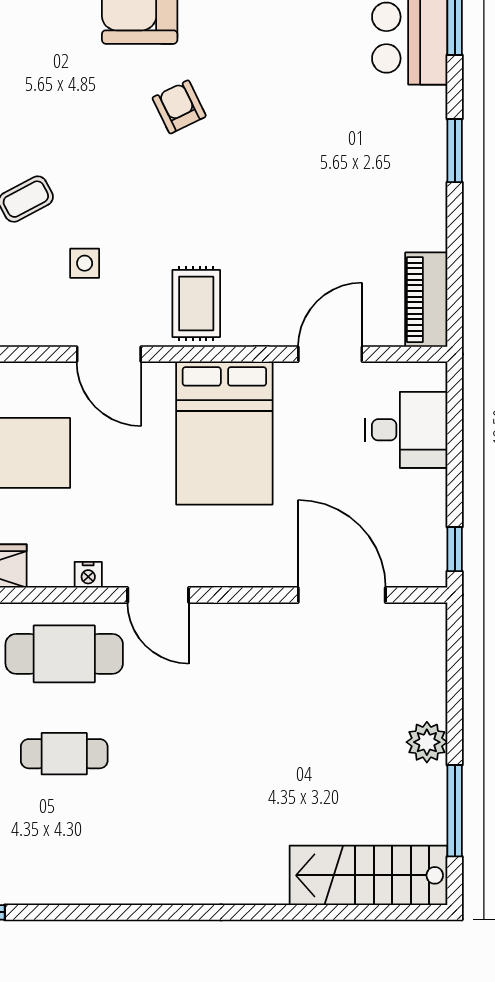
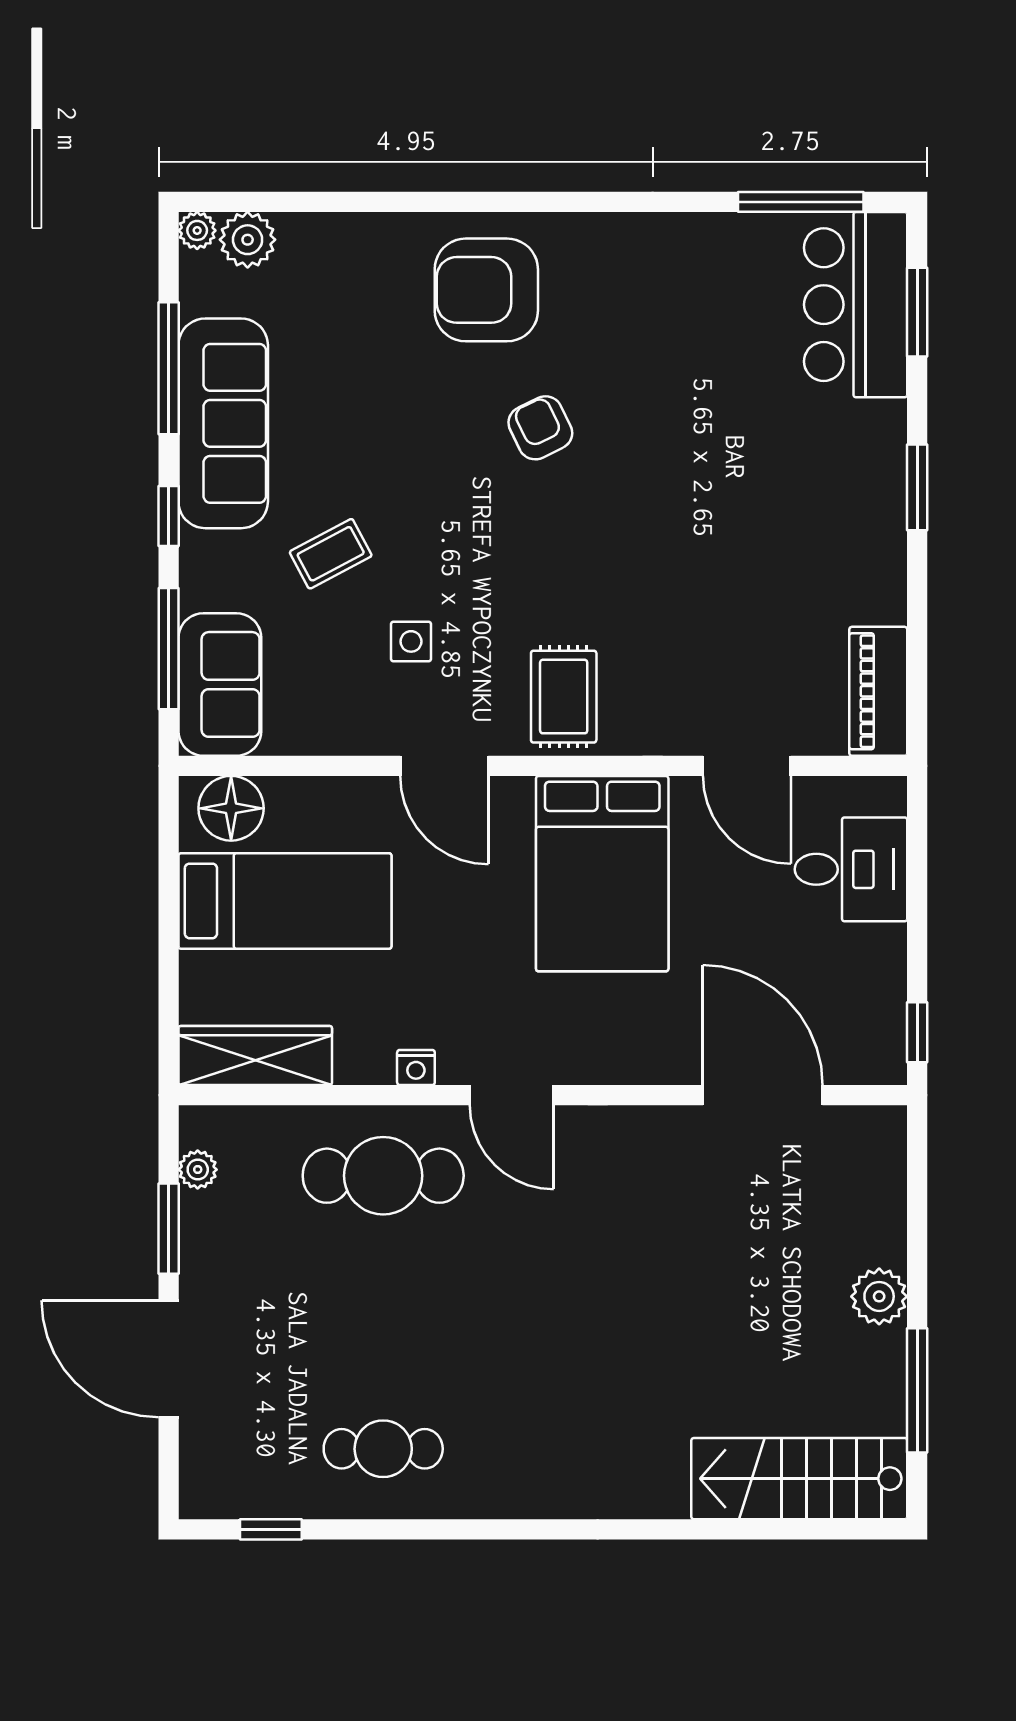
door: (330, 354) -> (747, 766), swing flipped
cafe table: (64, 754) -> (383, 1449), moved

